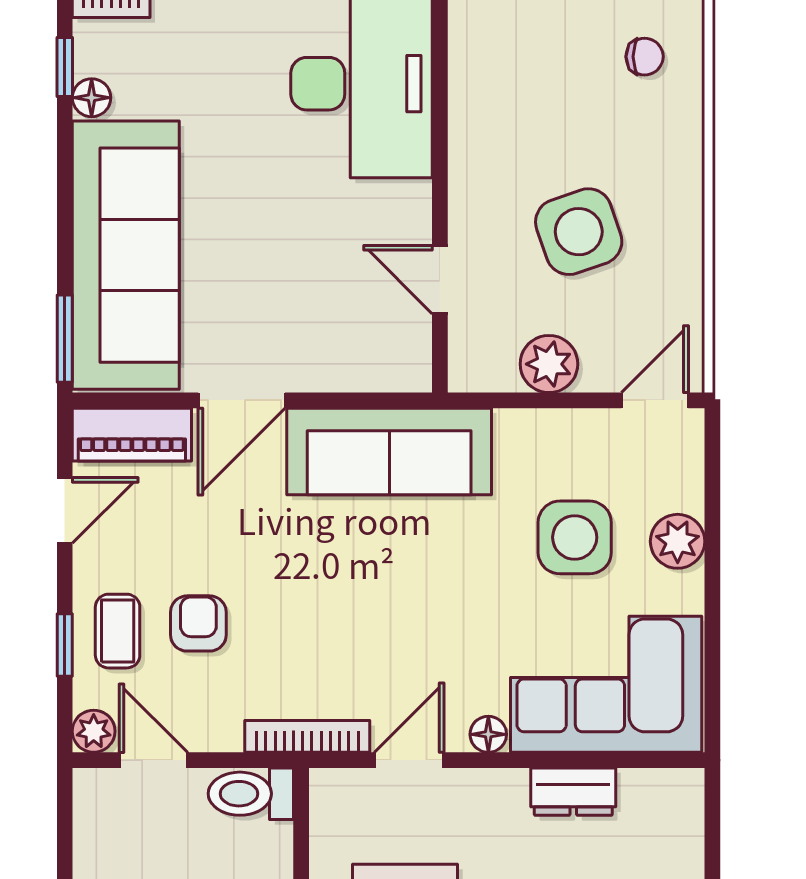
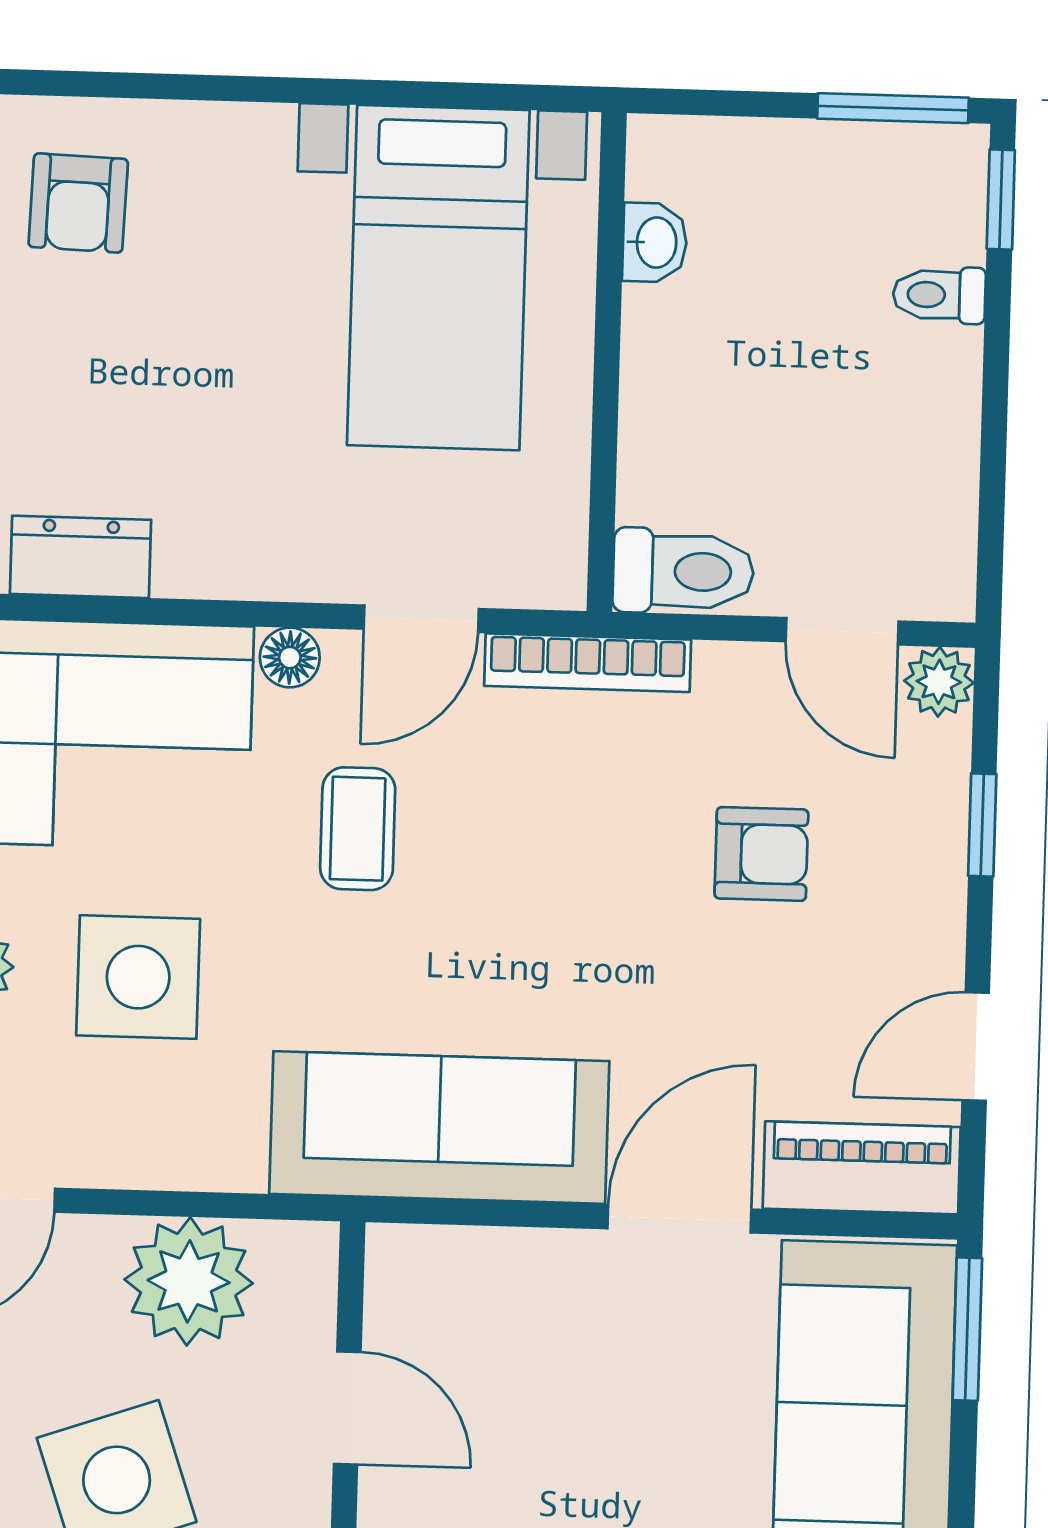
plant: (549, 364) -> (189, 1281), width x1.36, depth x1.36
armchair: (198, 623) -> (761, 854), turned -90
coffee table: (118, 631) -> (358, 829), moved
dresser: (573, 792) -> (80, 557), moved

